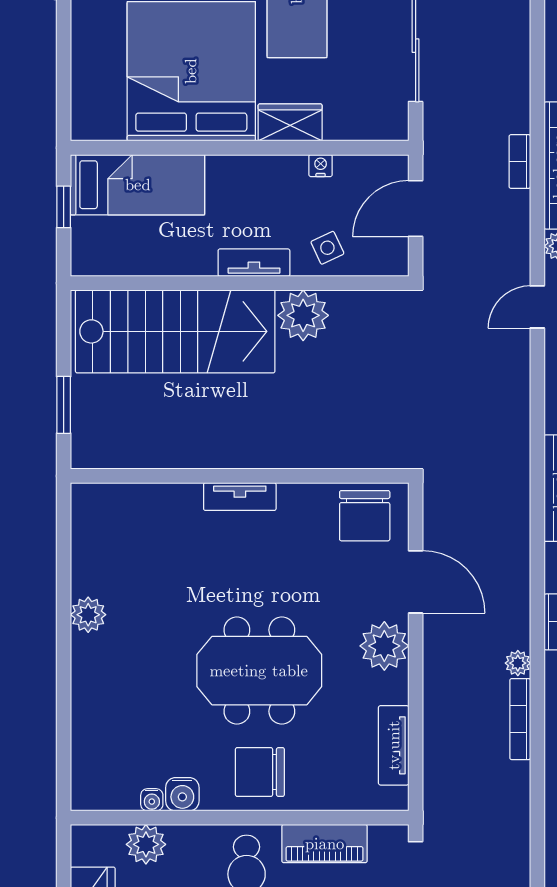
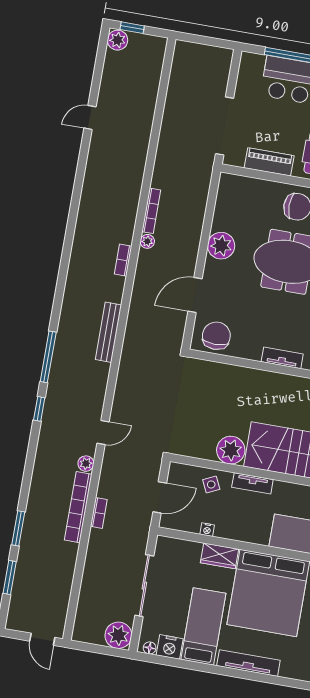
door: (416, 582) -> (195, 295), hinge flipped
plant: (384, 646) -> (221, 246), moved
tv unit: (394, 745) -> (222, 209), removed

